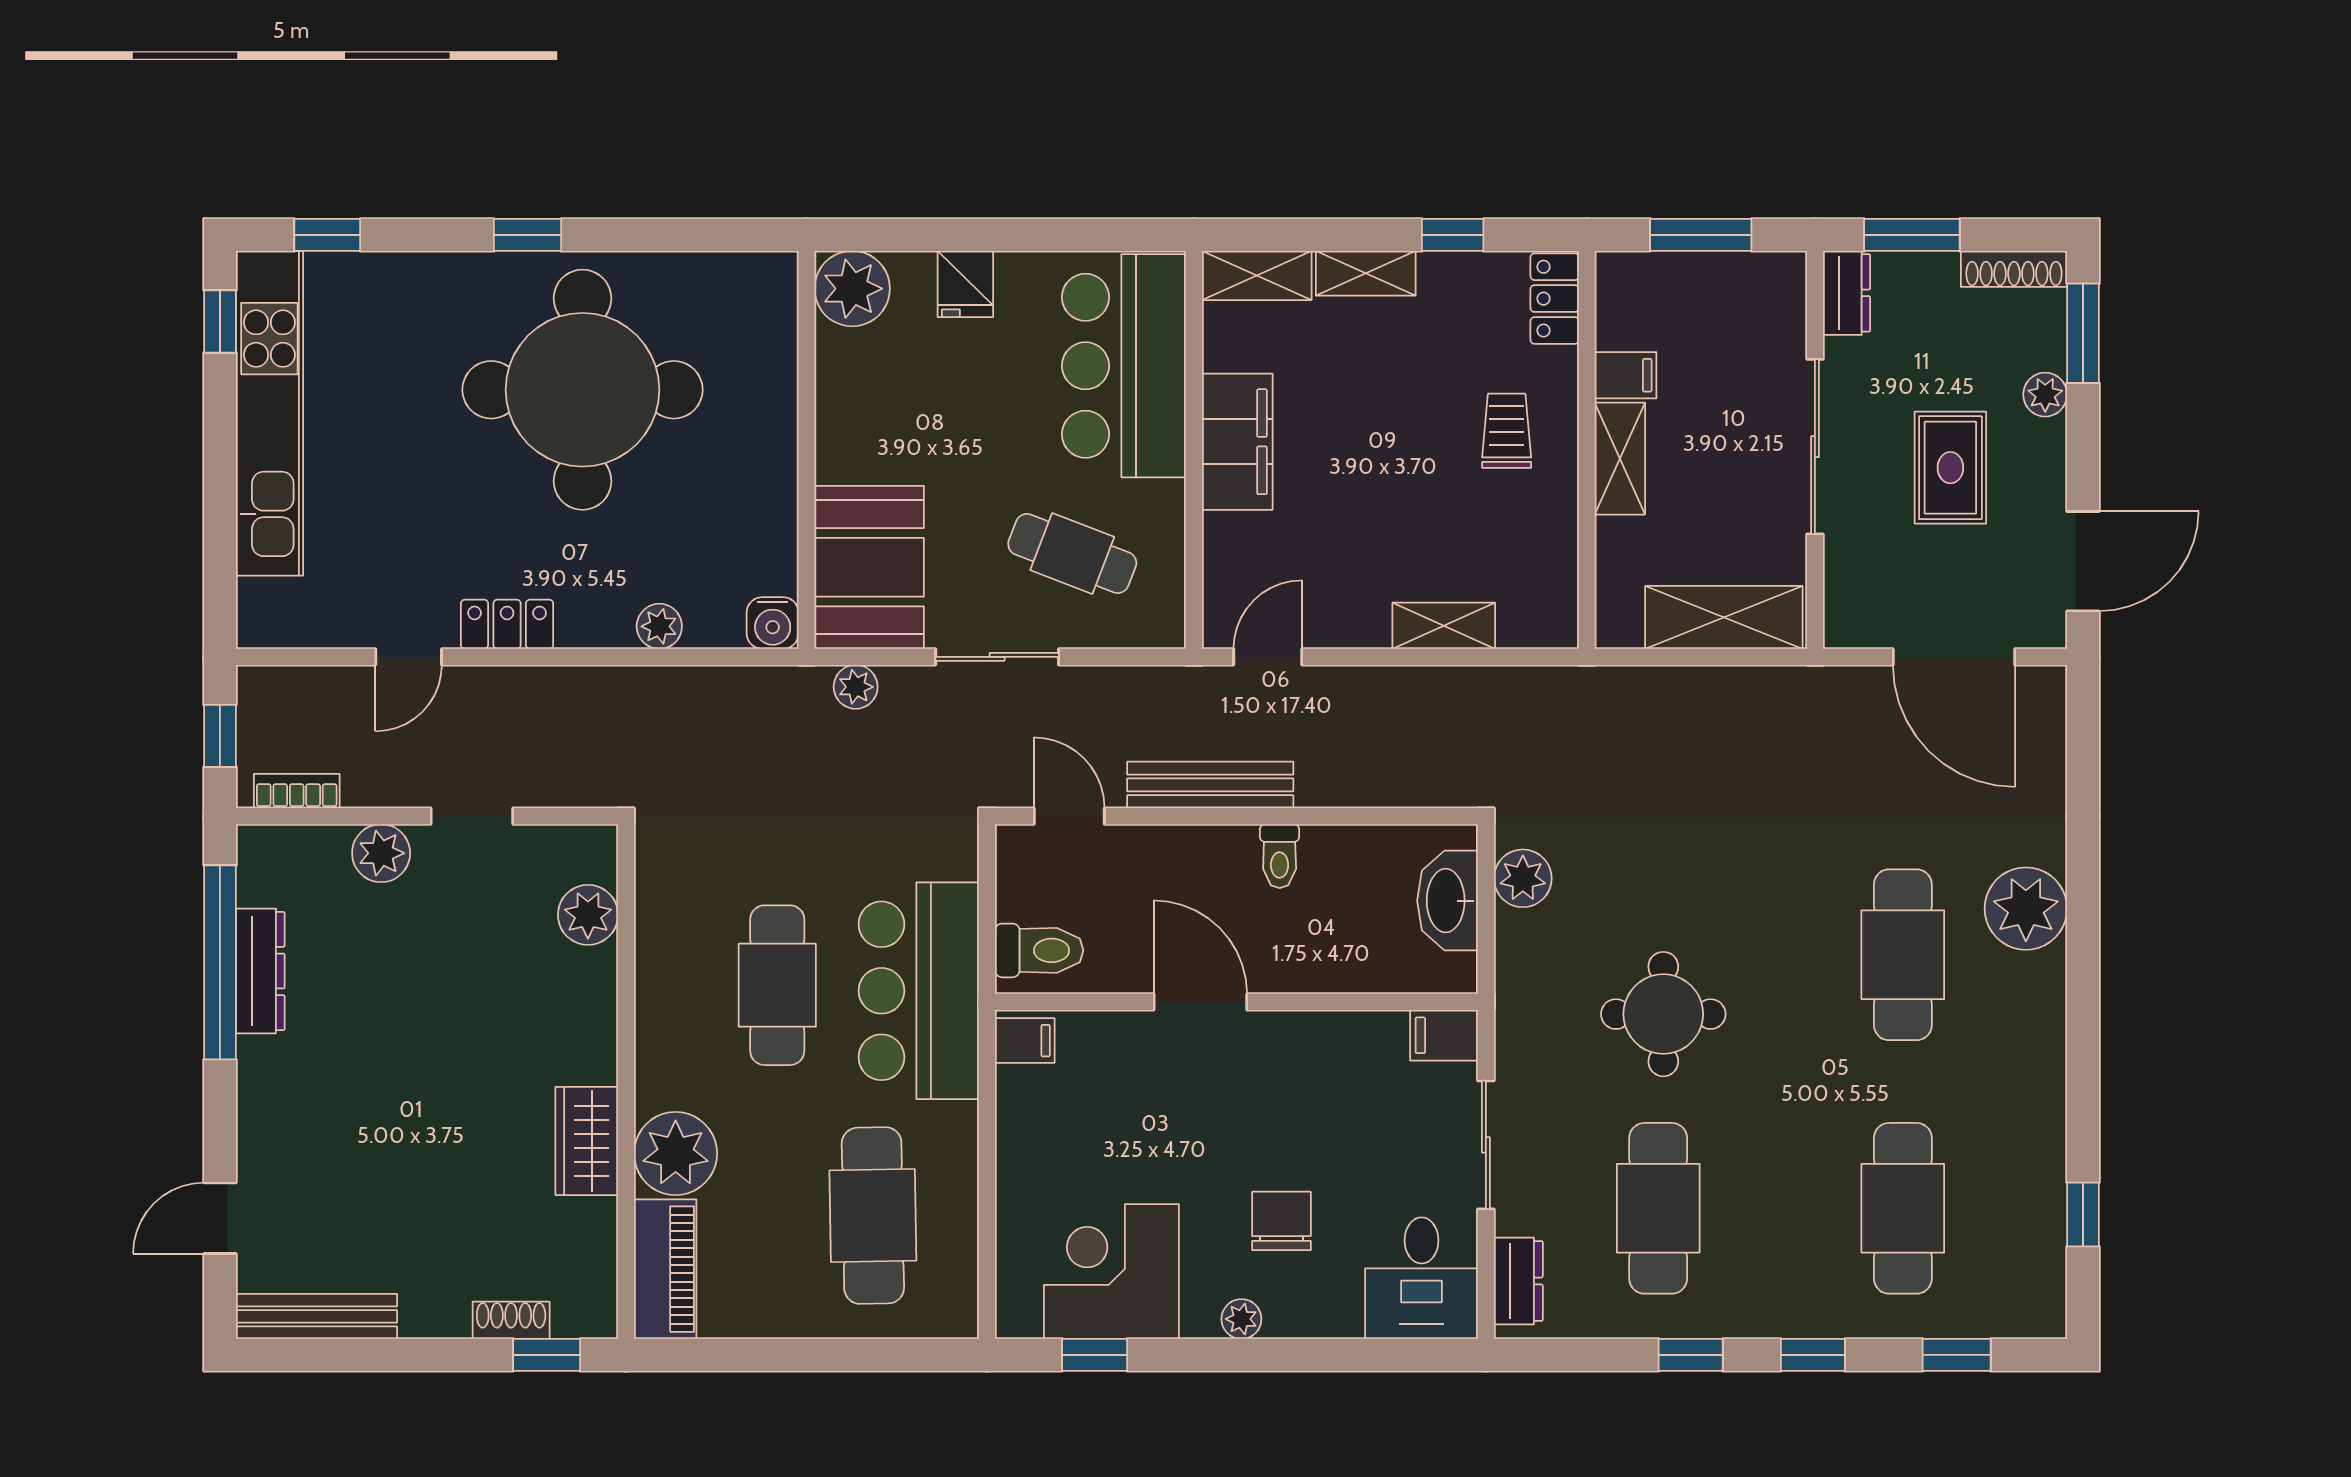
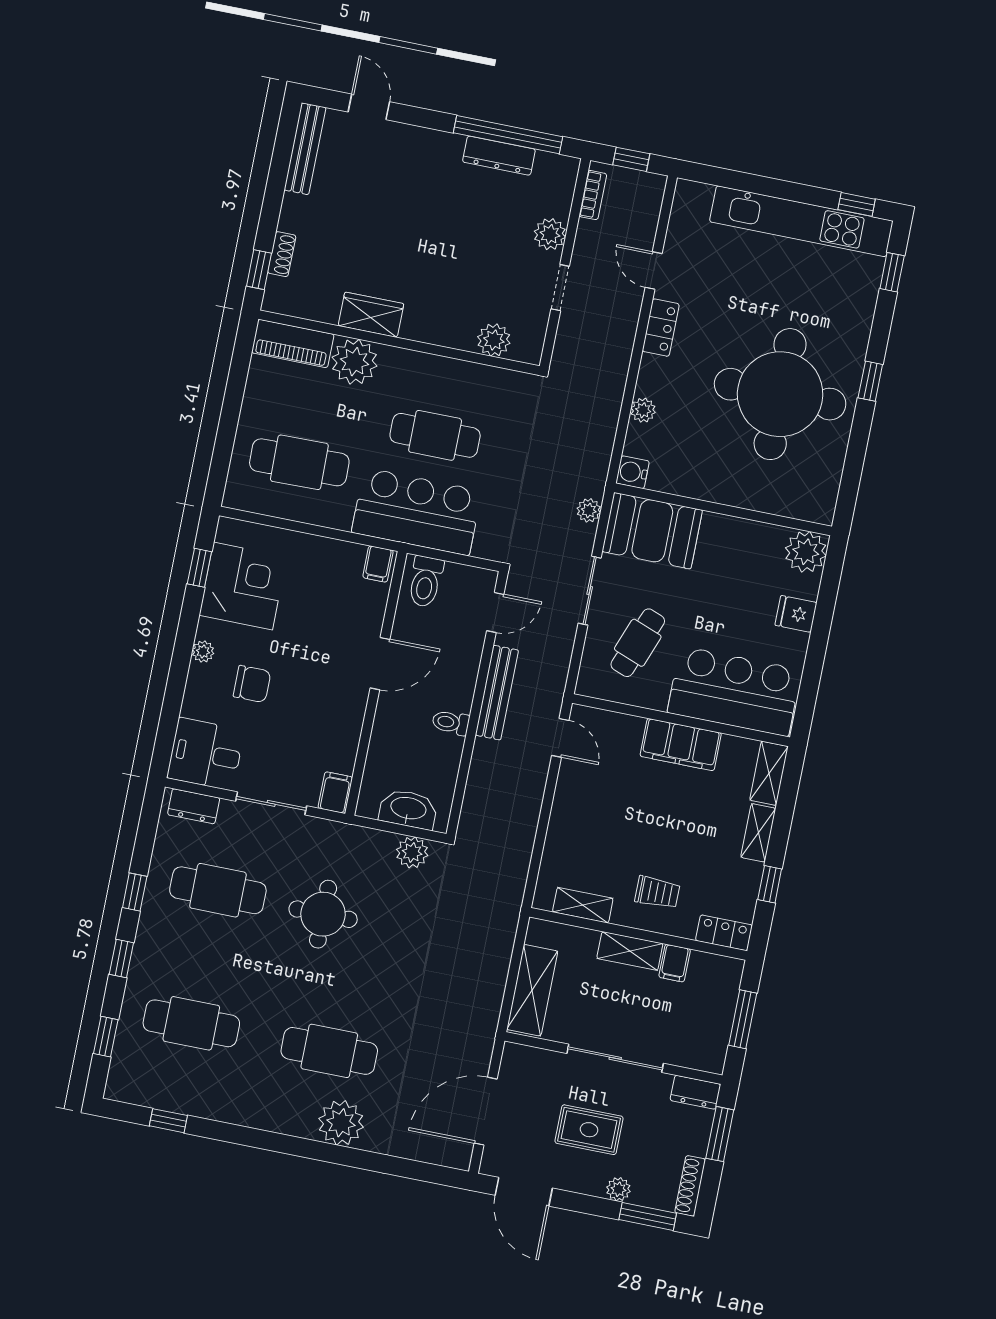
shelving: (1444, 626) -> (583, 905), moved, turned 90

